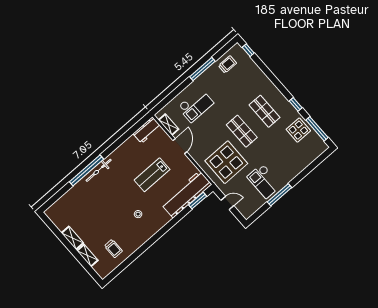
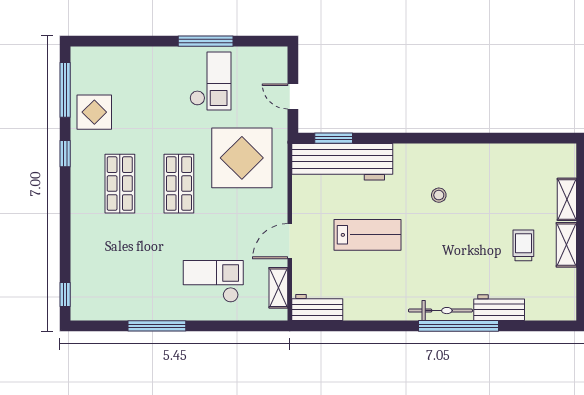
trolley: (227, 64) -> (114, 300), removed
workbench: (77, 191) -> (499, 308), added
trolley: (113, 248) -> (523, 245), moved

